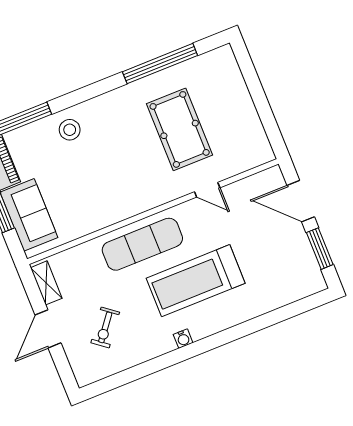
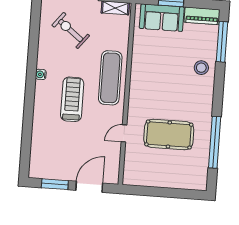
treadmill: (196, 281) -> (72, 99), width x0.73, depth x0.73
exercise bike: (105, 327) -> (71, 30), width x1.38, depth x1.39

